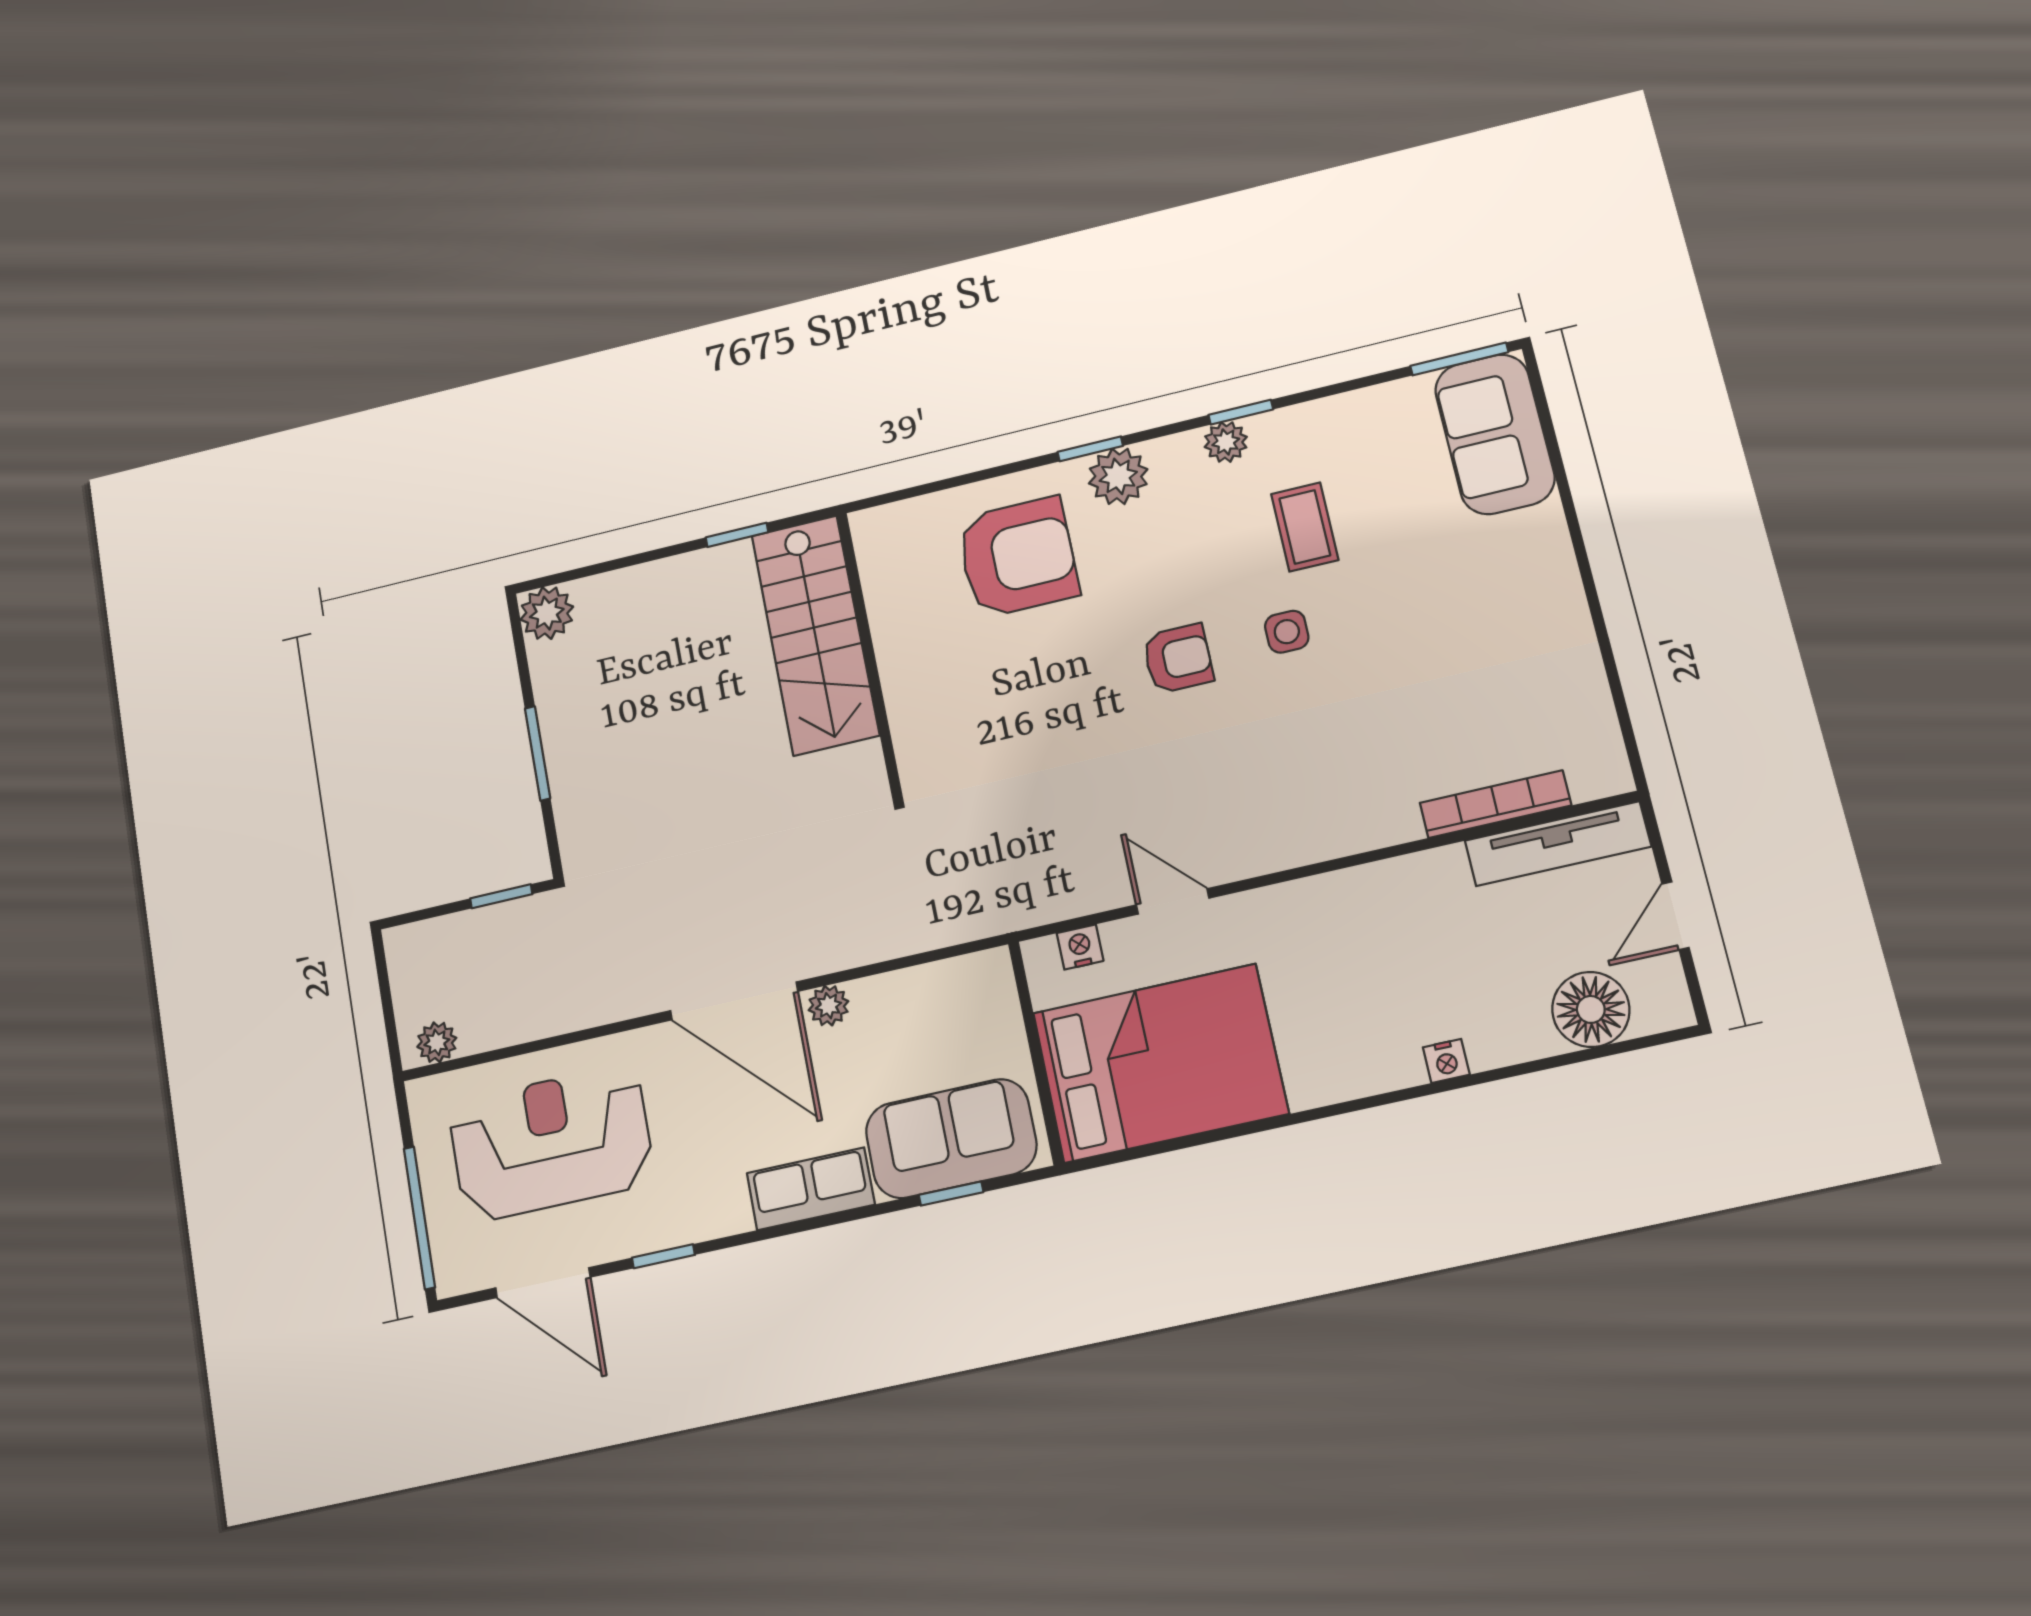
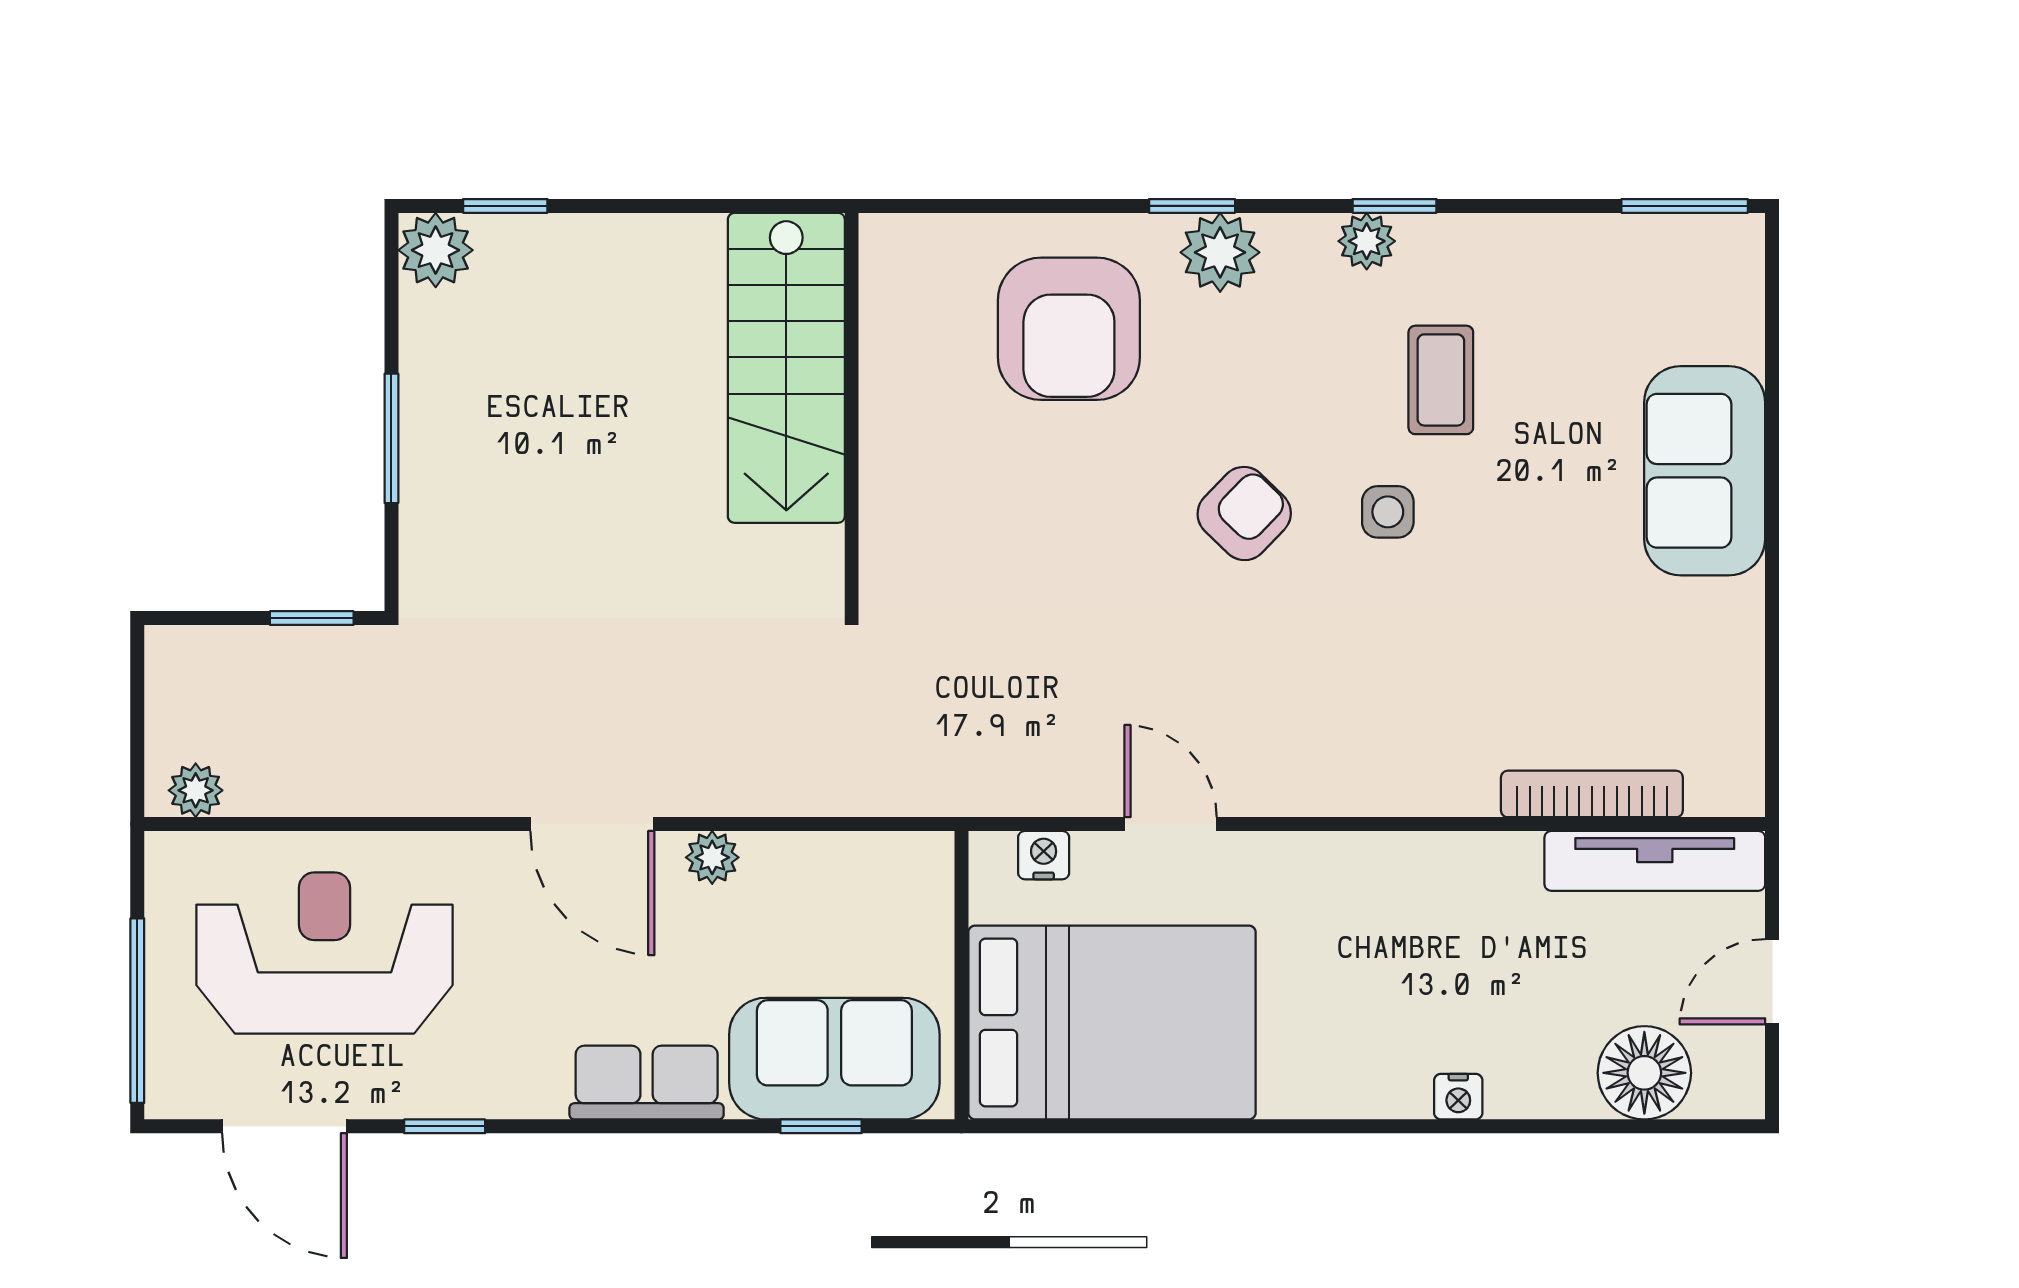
sofa: (1495, 434) -> (1705, 471), moved
window: (737, 535) -> (505, 206), moved
armchair: (1018, 557) -> (1069, 329), turned 90
armchair: (1178, 659) -> (1244, 514), turned -46
door: (734, 1001) -> (592, 824), width x0.73

